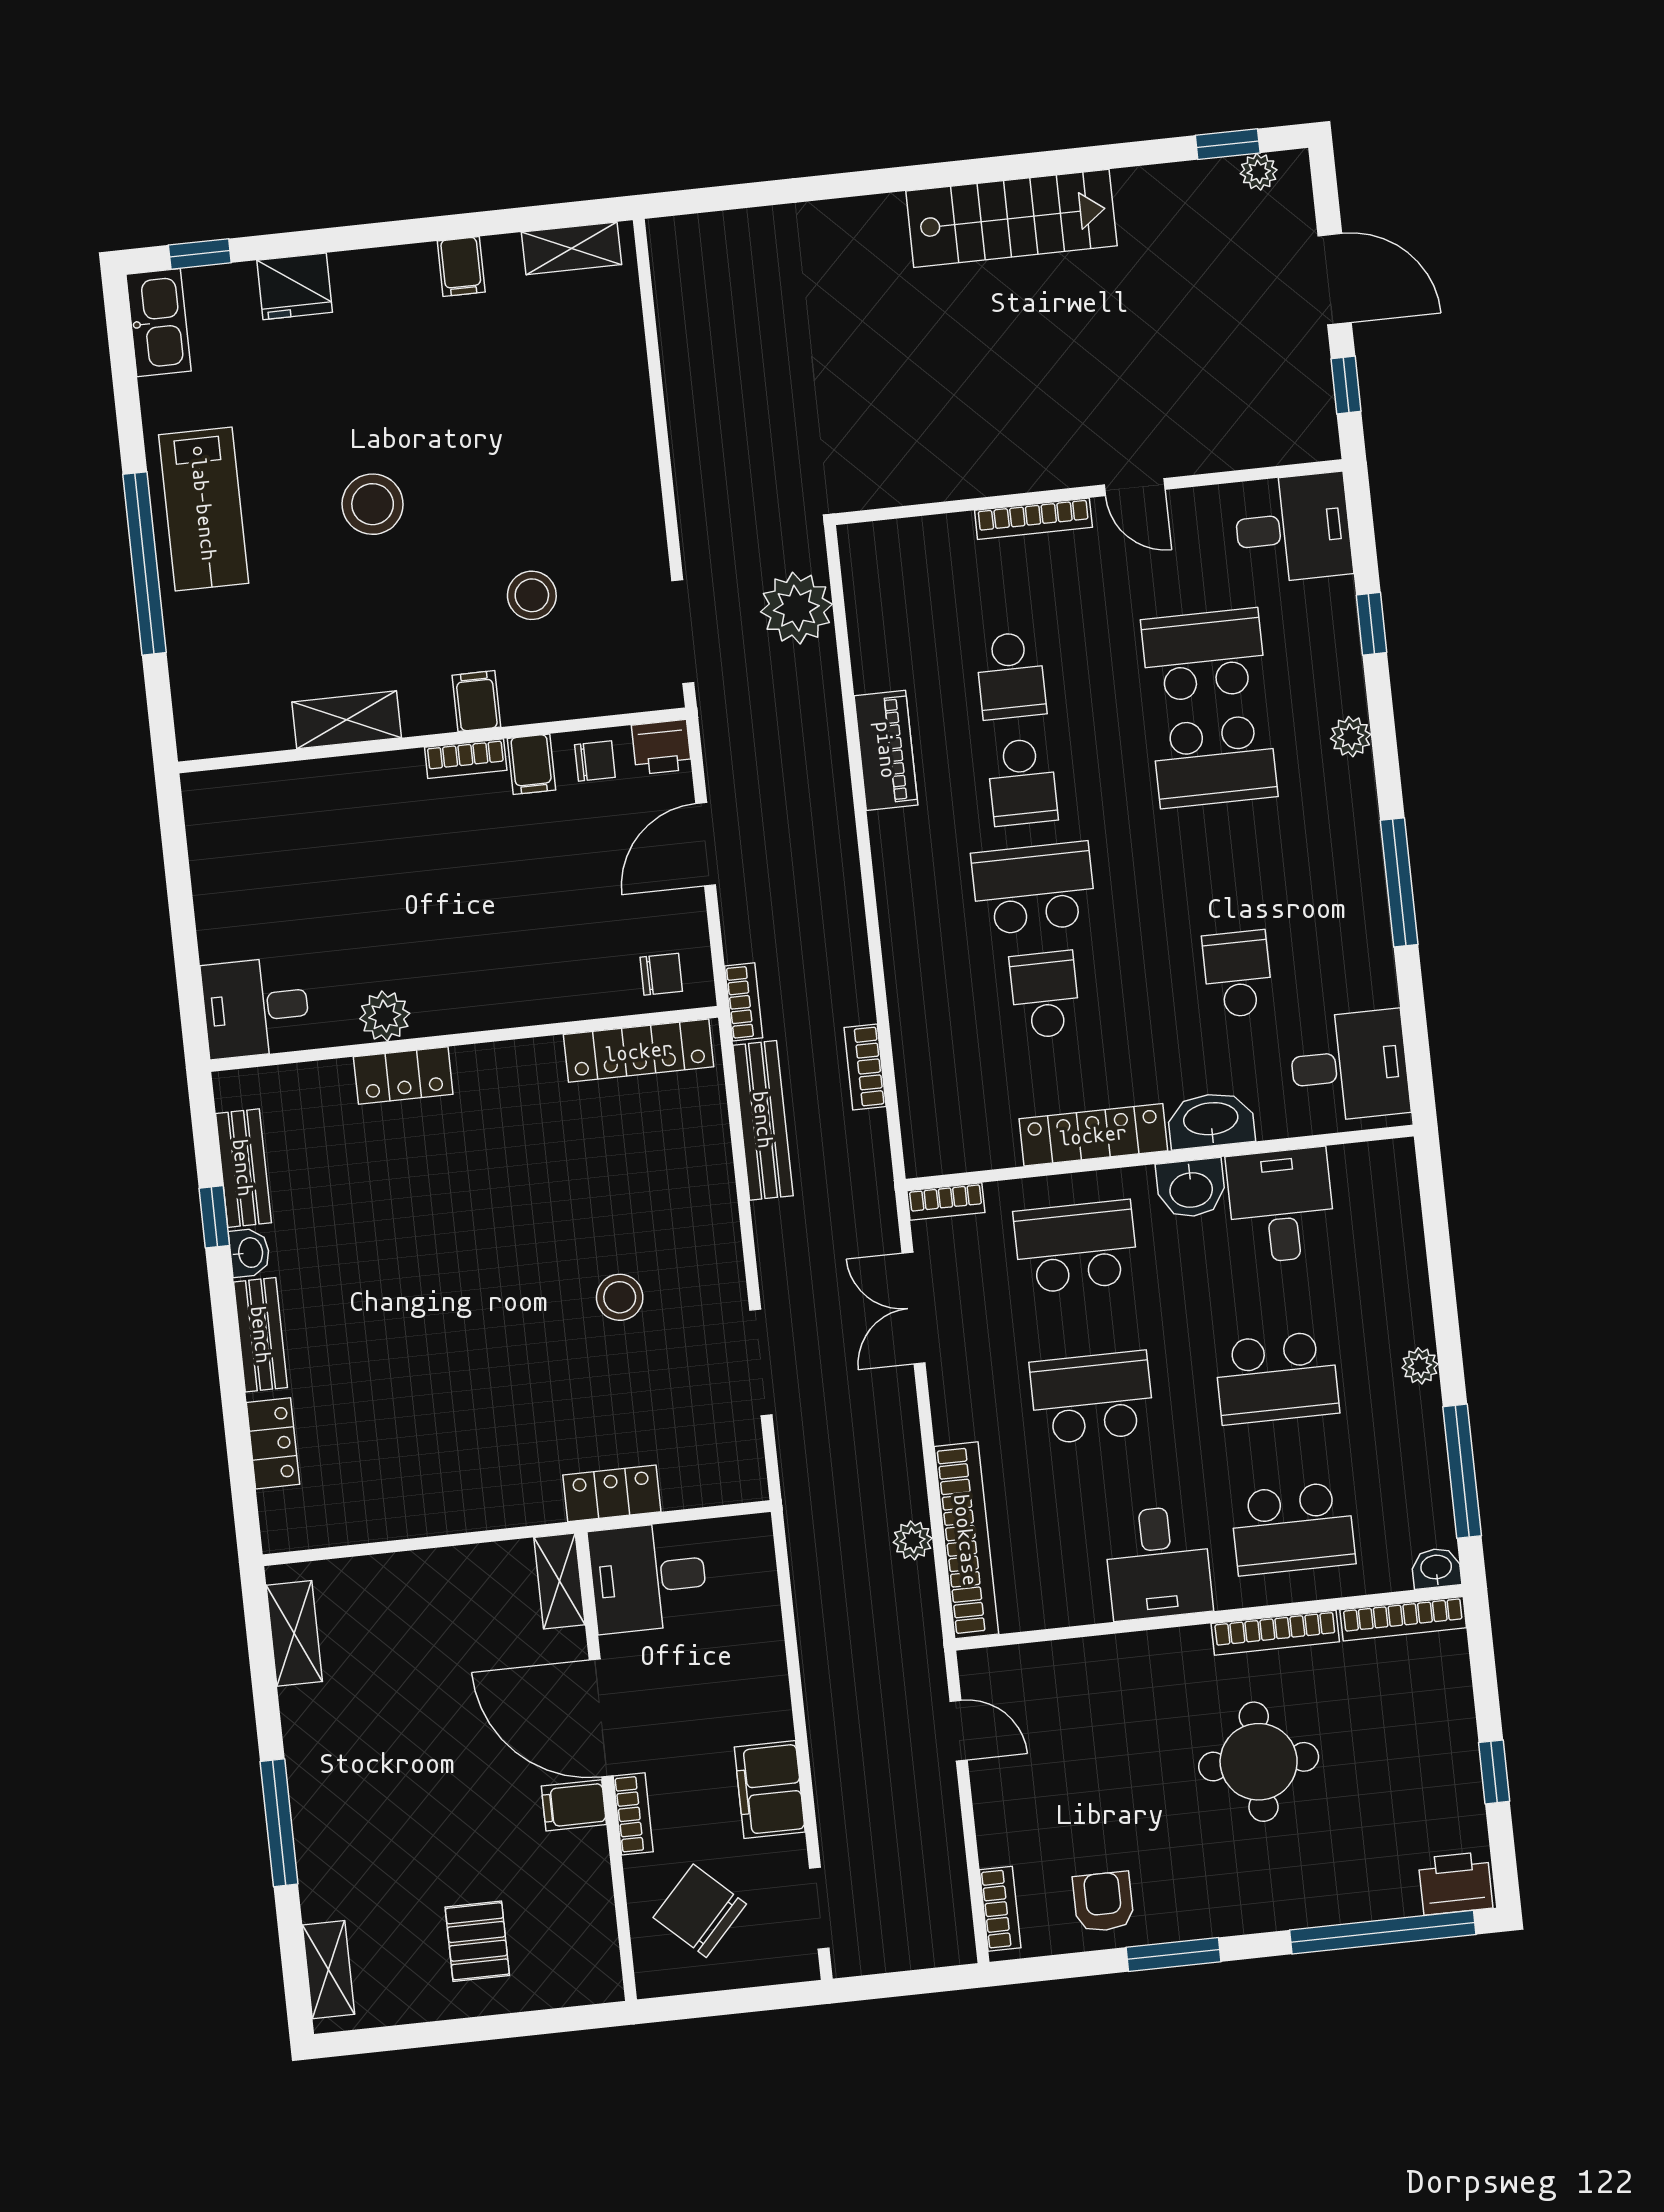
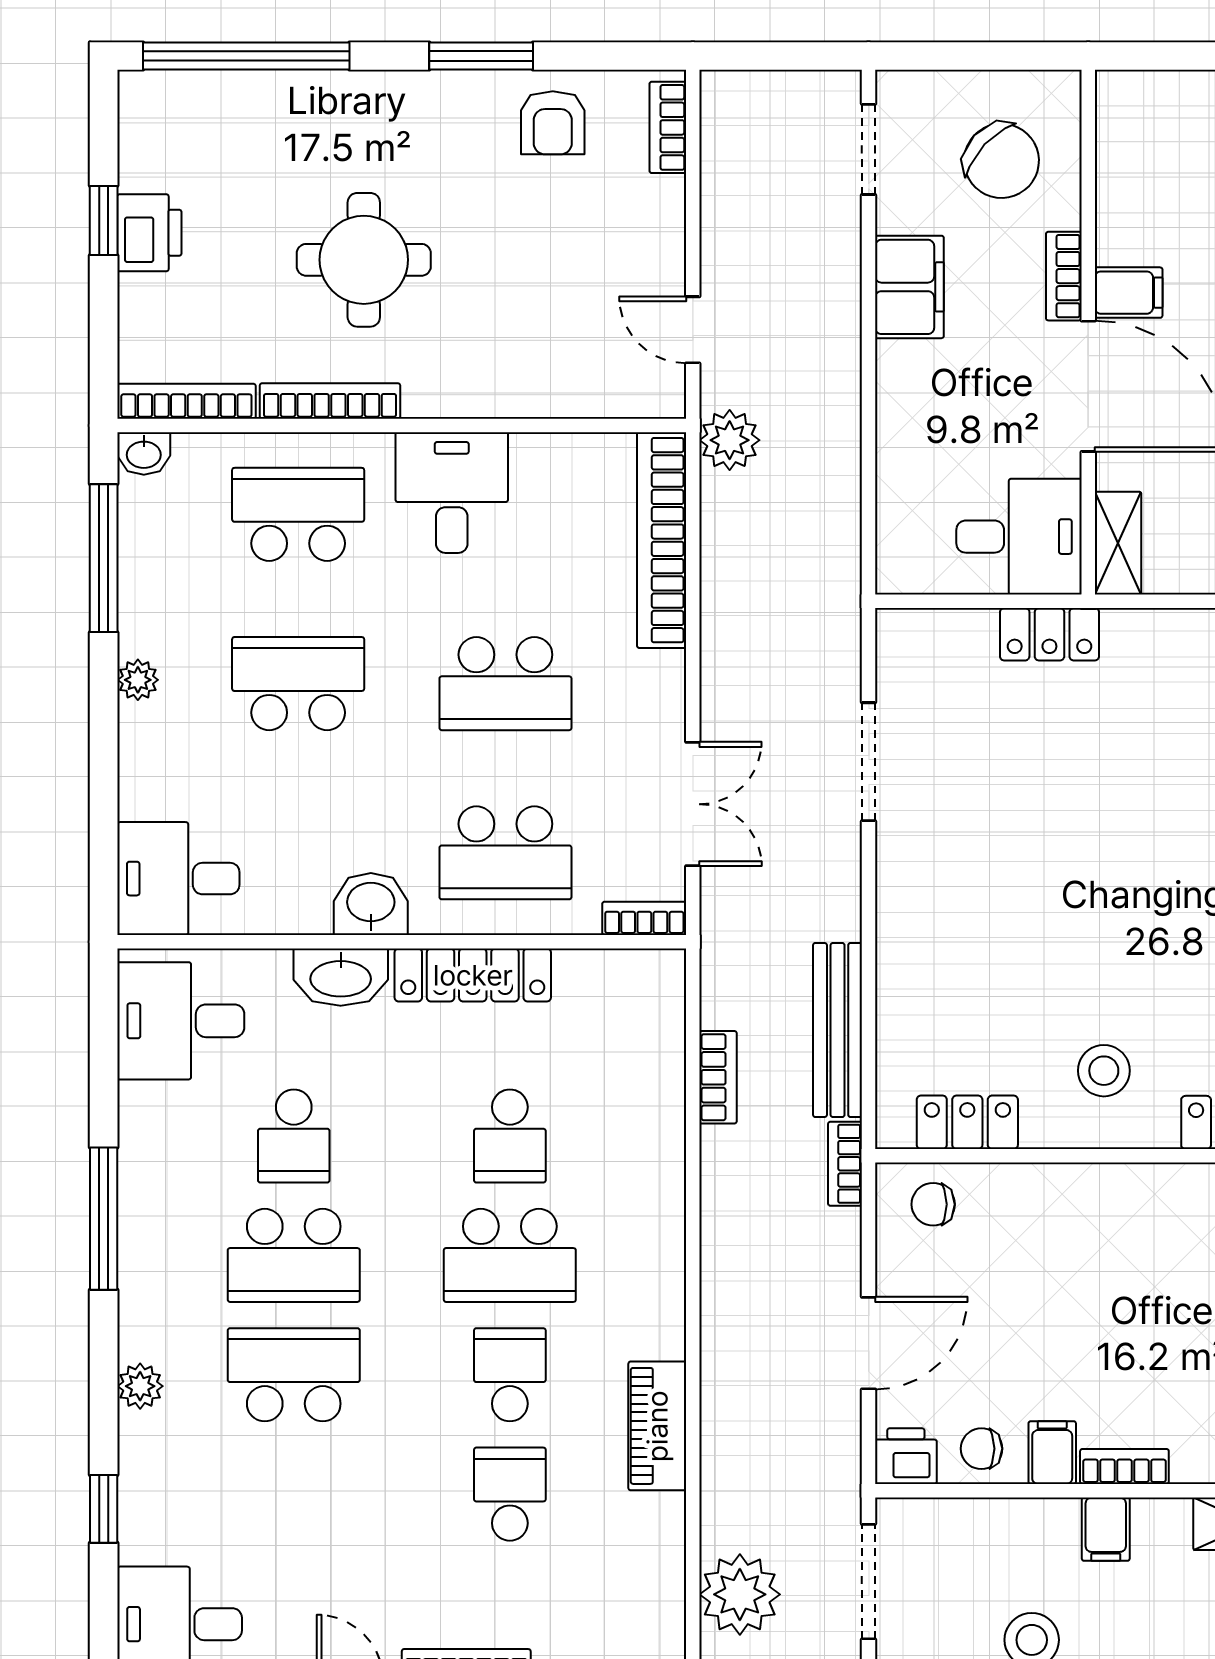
school desk: (1203, 655) -> (294, 1255), moved
locker: (639, 1051) -> (967, 1122), width x0.66
desk: (1281, 1206) -> (178, 879), moved, turned 90
stool: (620, 1297) -> (1104, 1071), moved
plant: (913, 1540) -> (730, 440), moved, width x1.38, depth x1.38
printer: (1455, 1883) -> (149, 233), moved, turned -90

